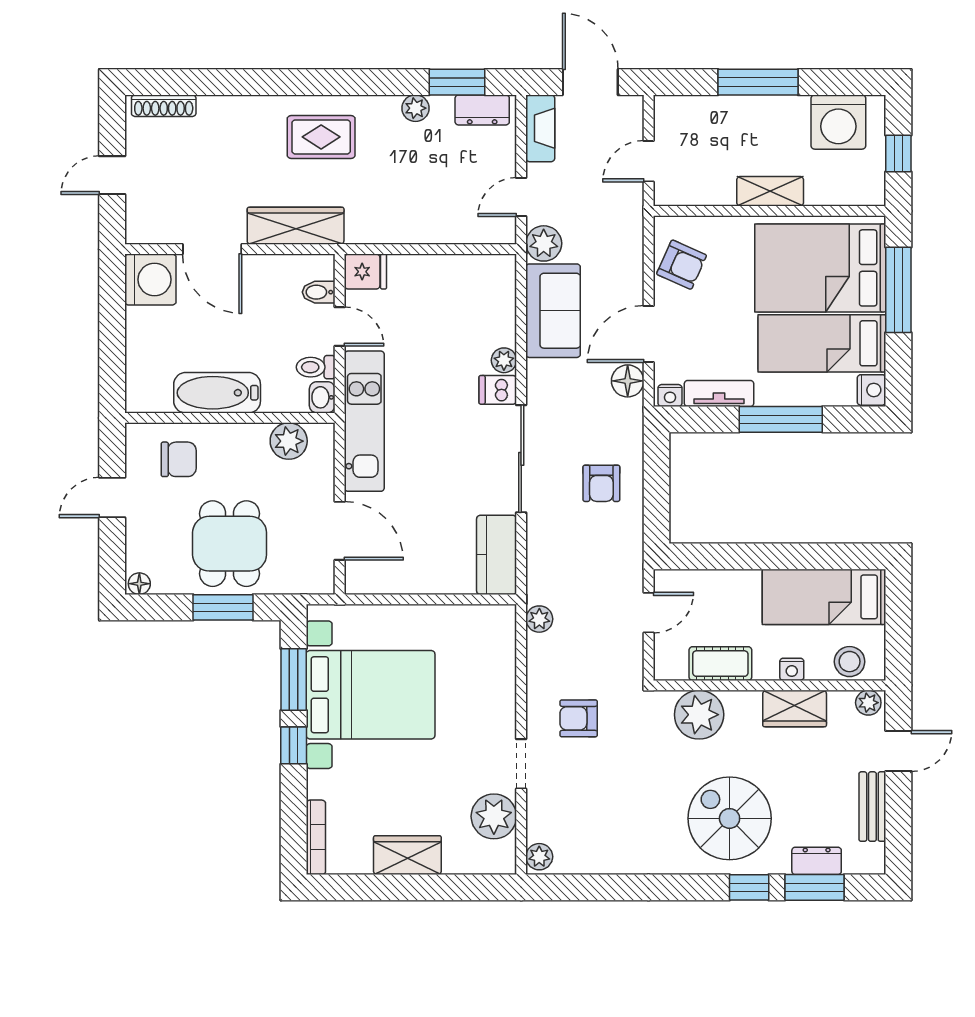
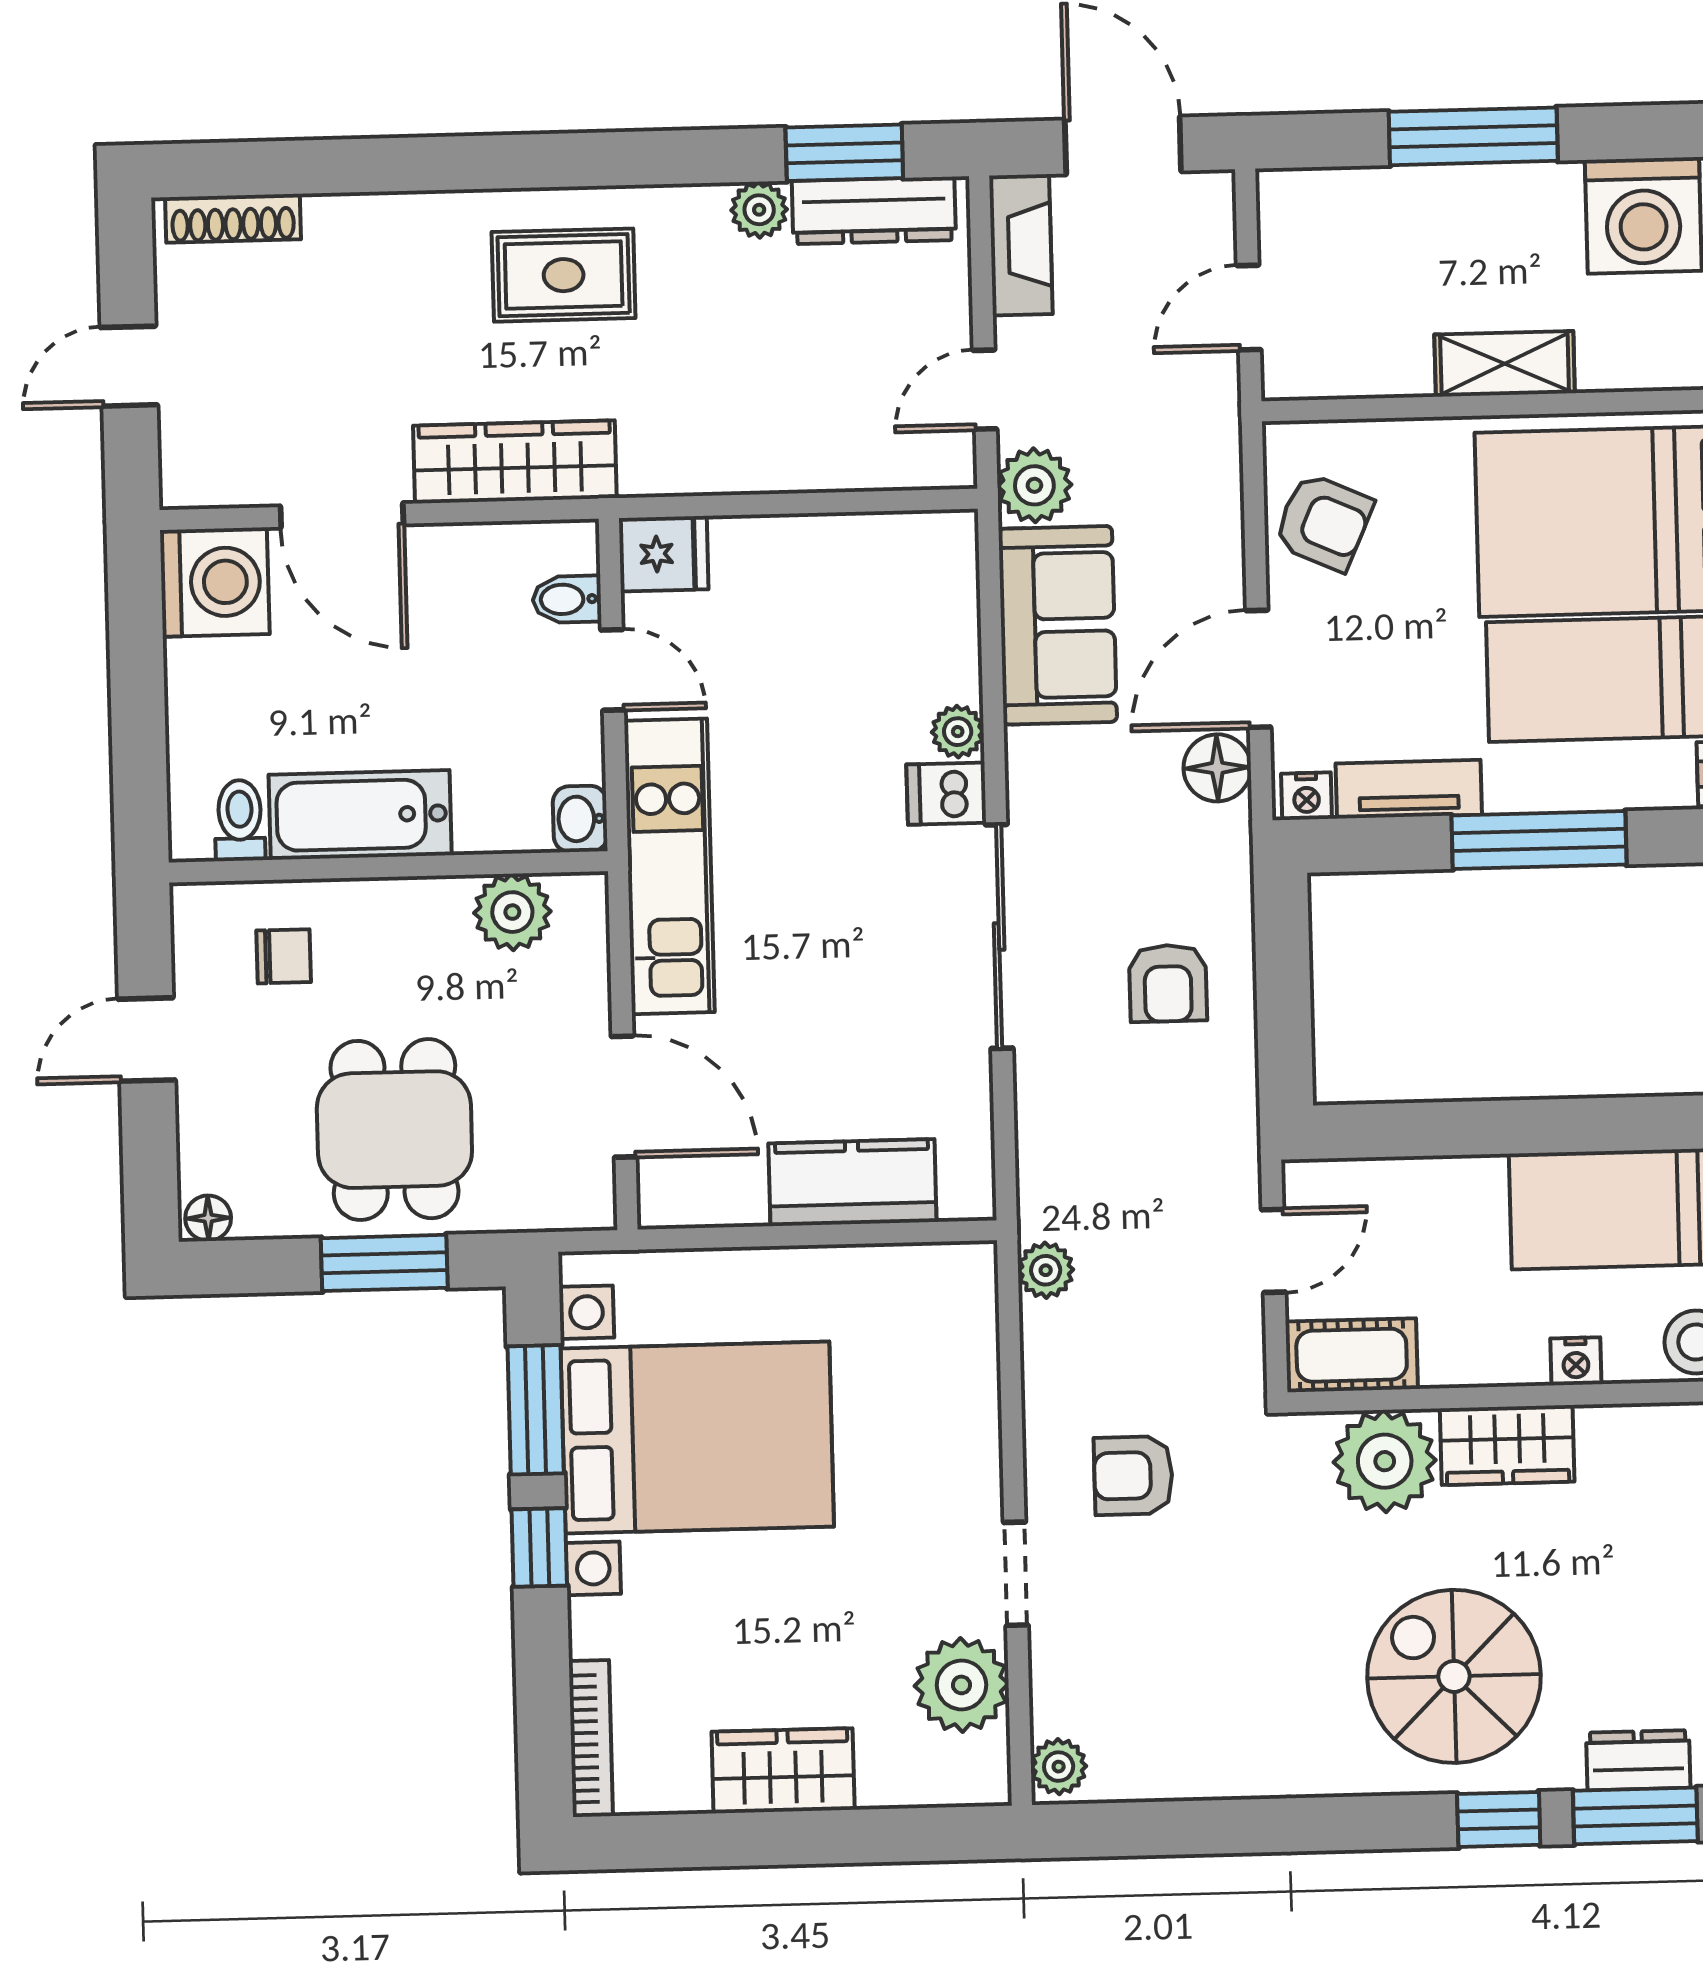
dresser: (482, 110) -> (874, 210), width x1.44
toilet: (316, 367) -> (240, 820), moved, turned 90
chair: (179, 459) -> (284, 956), width x0.73, depth x0.73
kitchen counter: (497, 555) -> (852, 1183), moved, turned 90
cot: (720, 664) -> (1352, 1355), moved
wardrobe: (795, 708) -> (1507, 1445), moved

